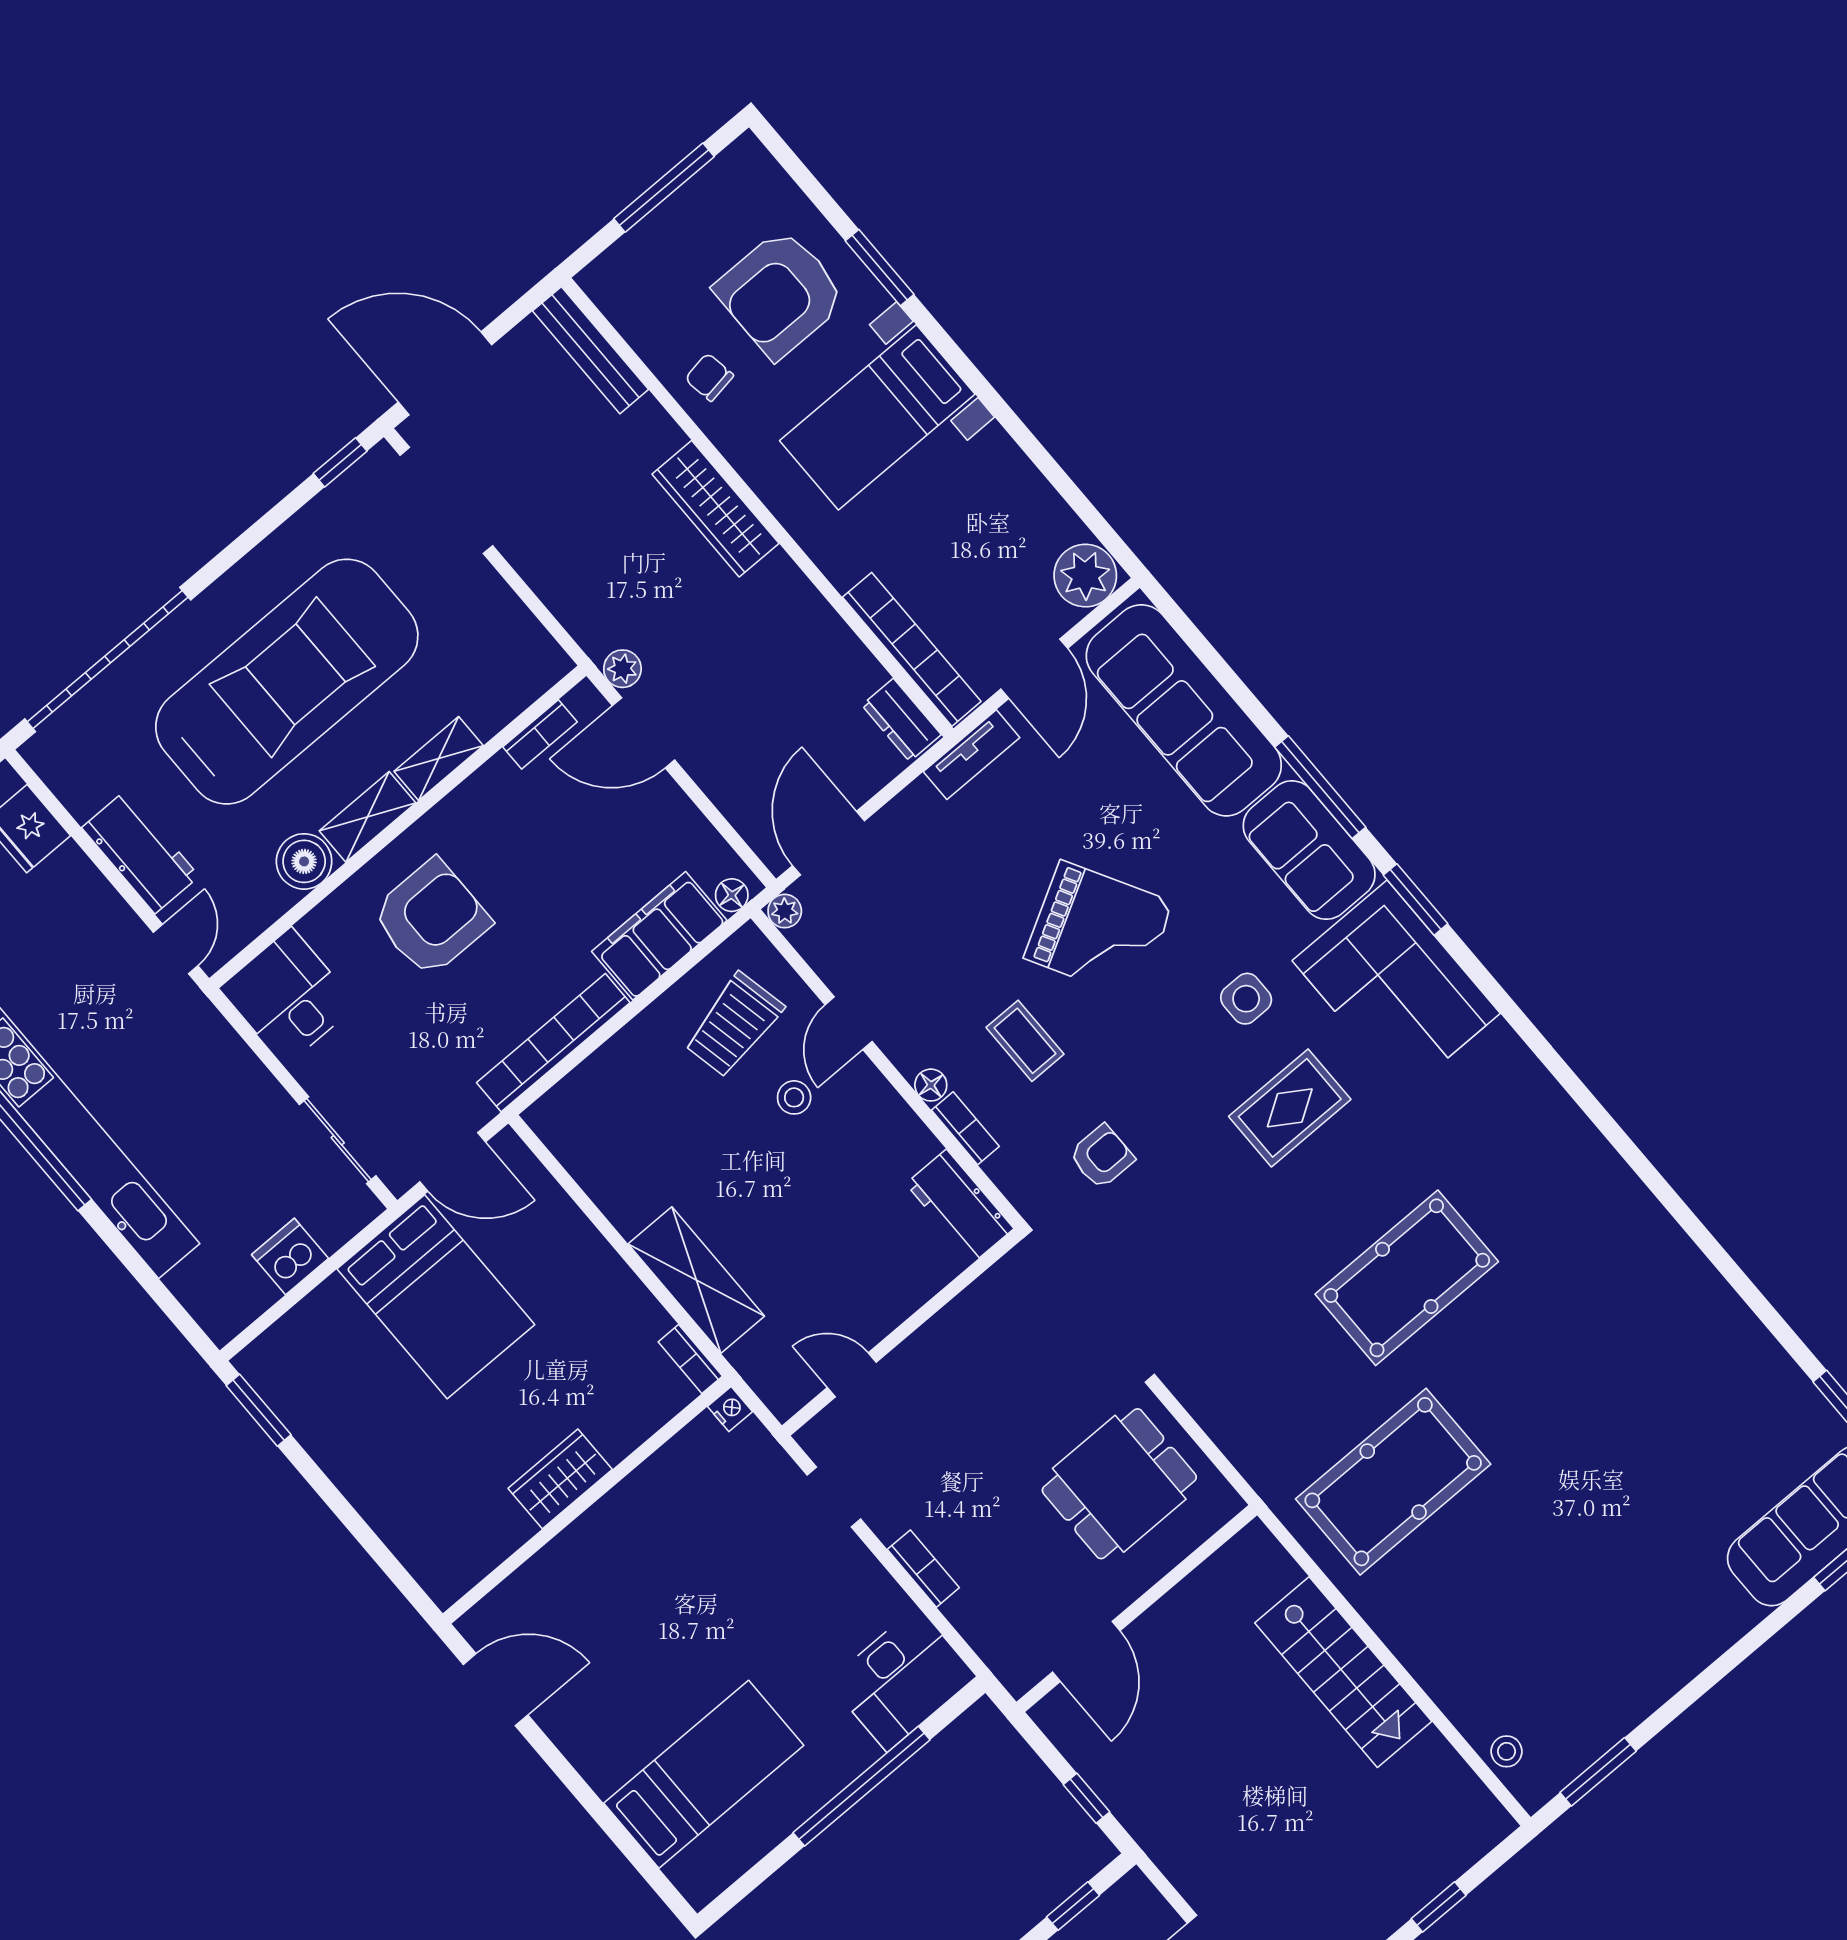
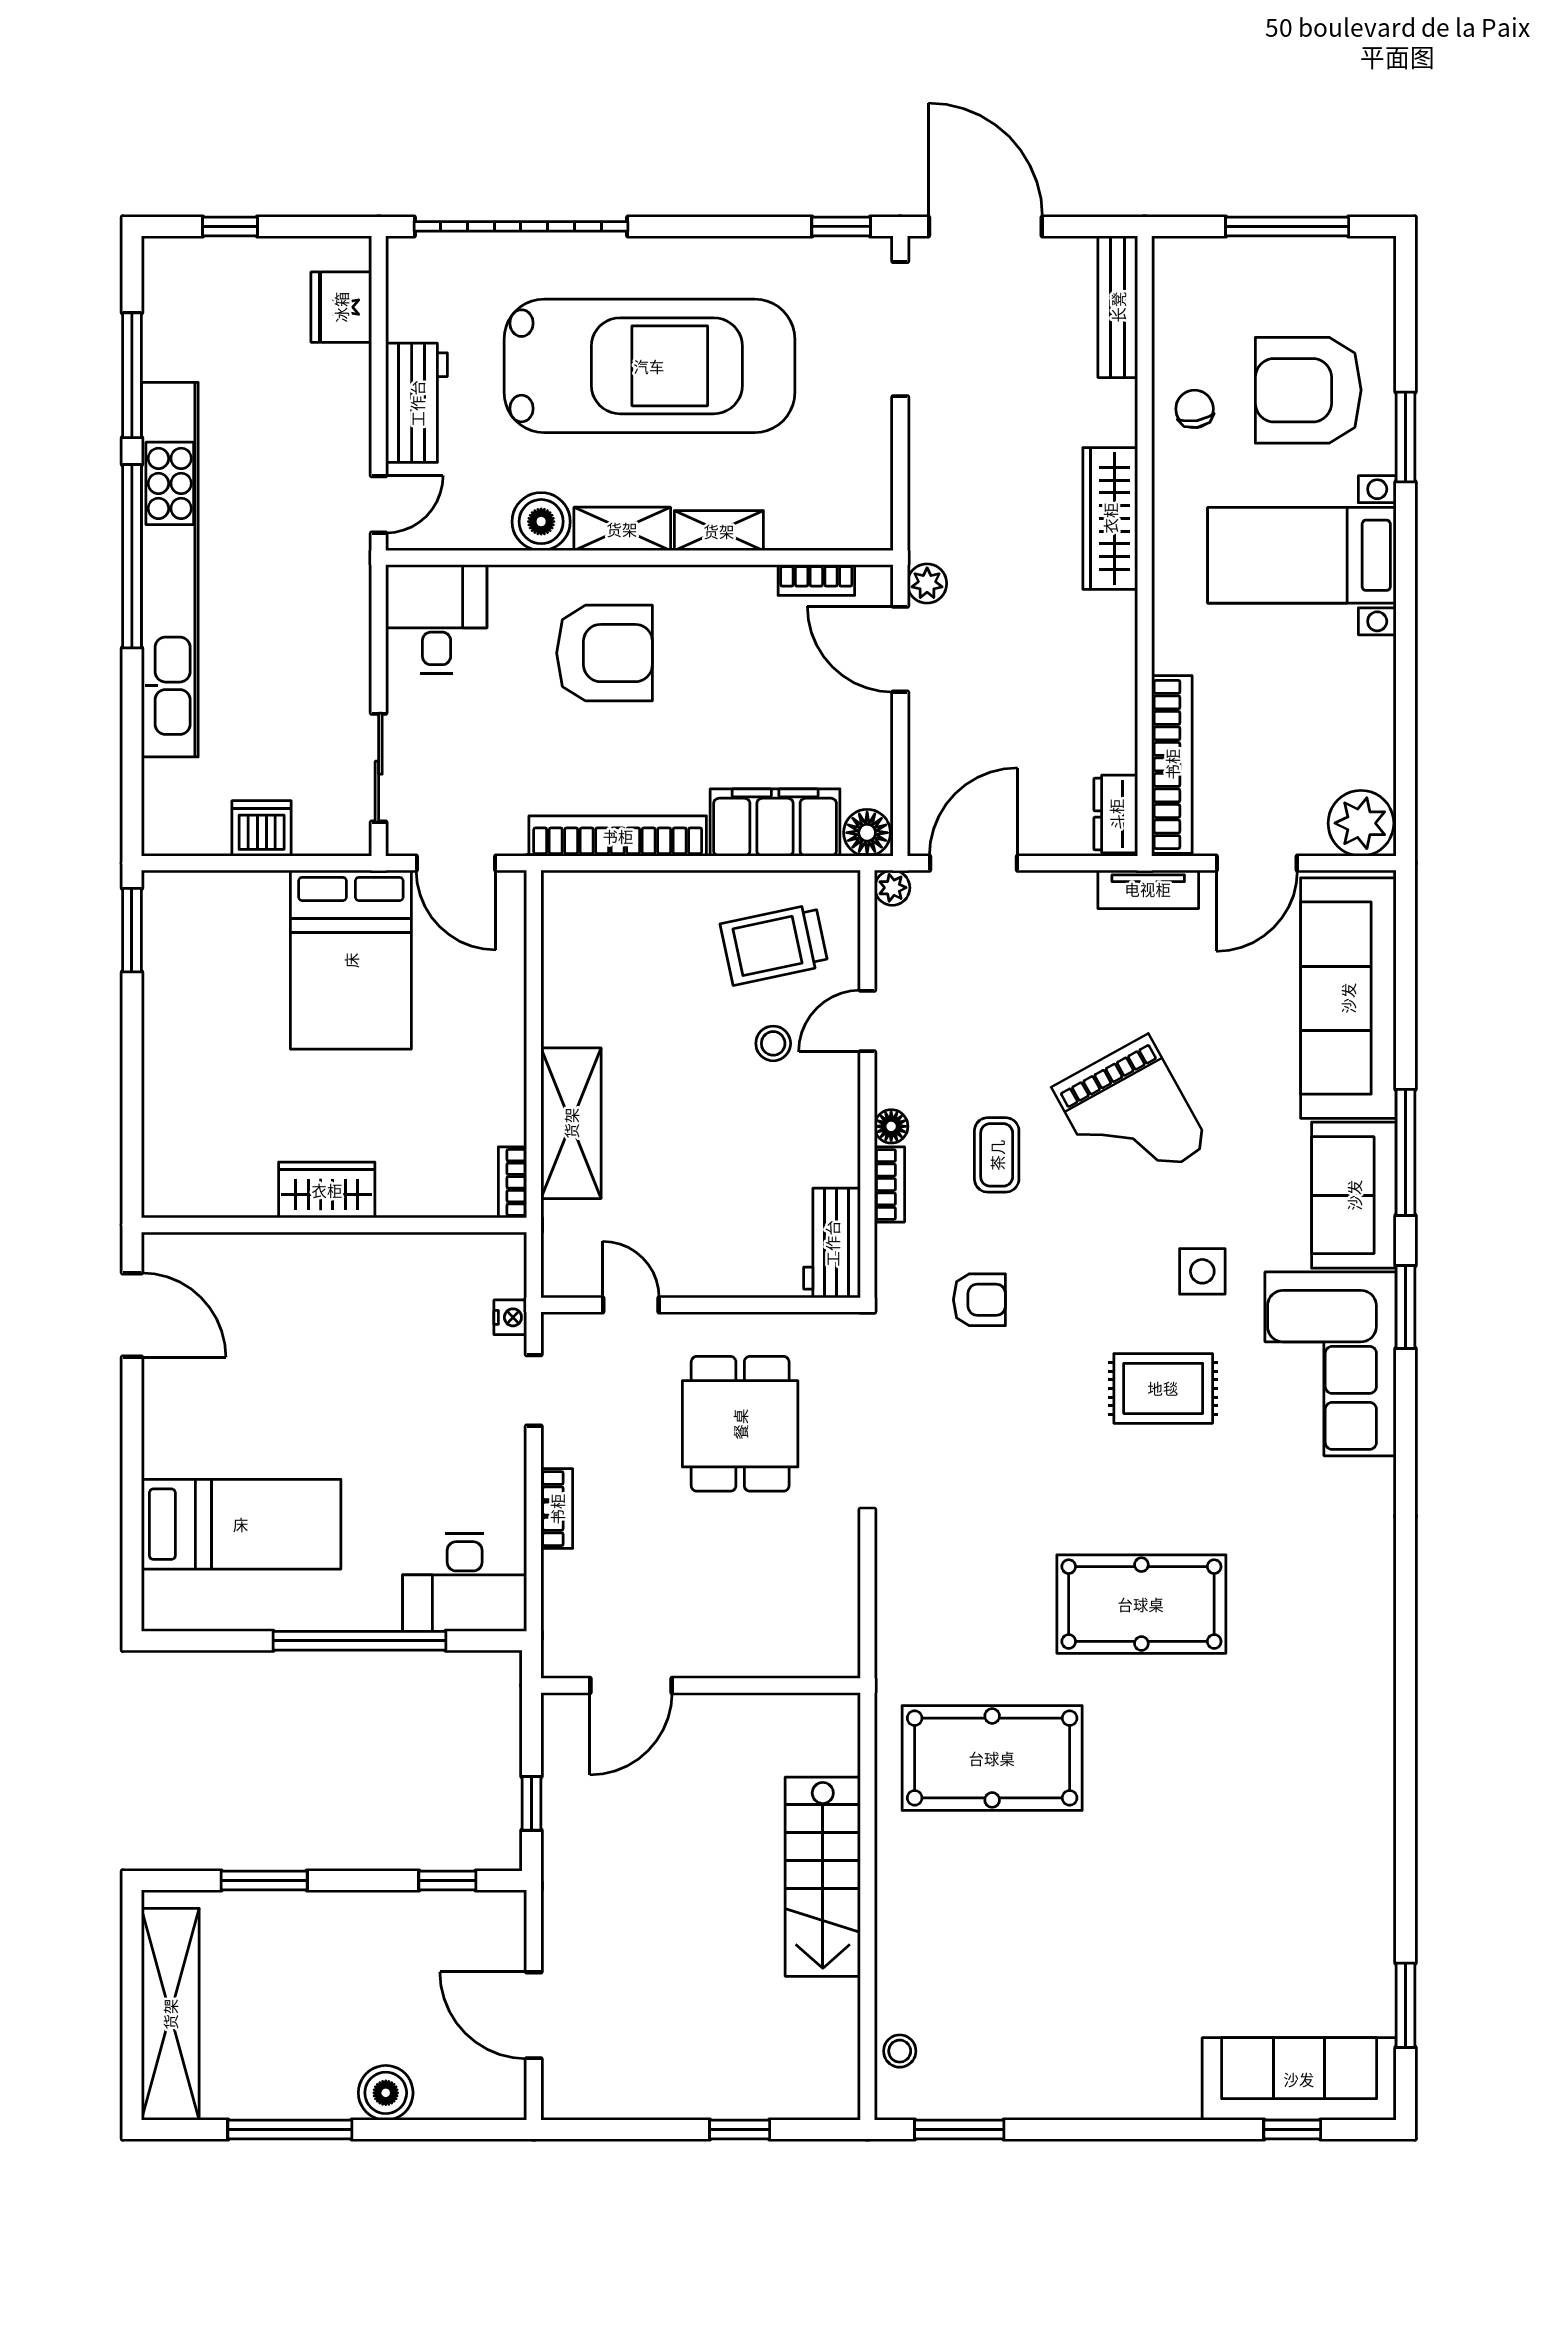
floor lamp: (732, 895) -> (867, 833), width x1.37, depth x1.37
nightstand: (730, 1409) -> (510, 1317), moved
dining table: (1119, 1484) -> (740, 1424), moved, turned 90

